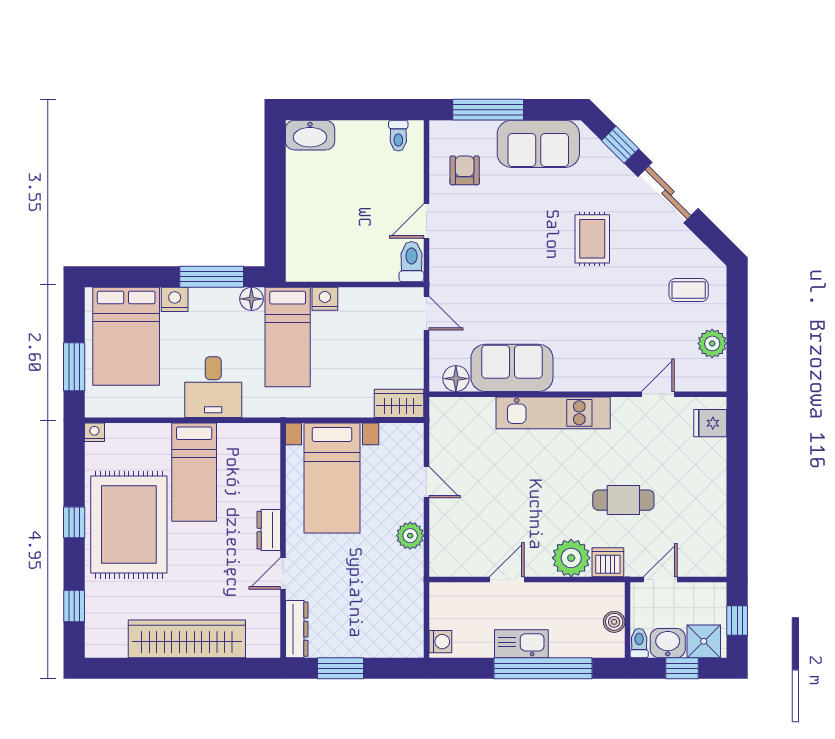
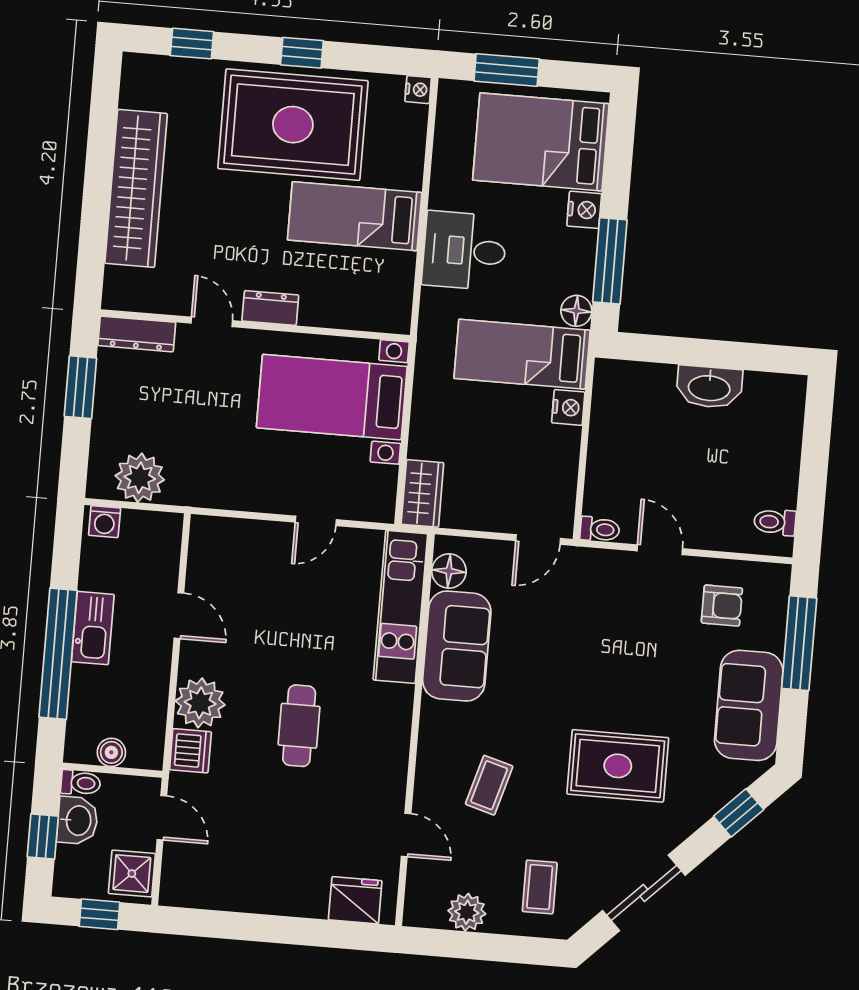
washbasin: (310, 135) -> (709, 387), moved, turned -90
sliding door: (668, 193) -> (644, 893), moved
rug: (592, 239) -> (618, 766), width x1.36, depth x1.43
toilet: (412, 262) -> (600, 529), width x0.73, depth x0.72
coffee table: (615, 335) -> (489, 785), added
kitchen unit: (553, 413) -> (400, 607), moved
fridge: (710, 423) -> (355, 900), width x1.38
cafe table: (623, 500) -> (299, 726), moved
plant: (410, 536) -> (140, 478), moved, width x1.36, depth x1.36
shower: (704, 641) -> (132, 874), moved

